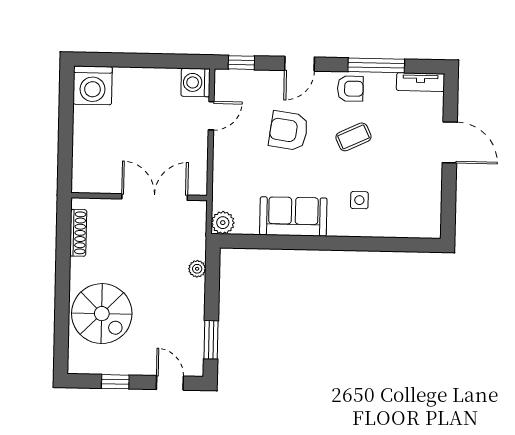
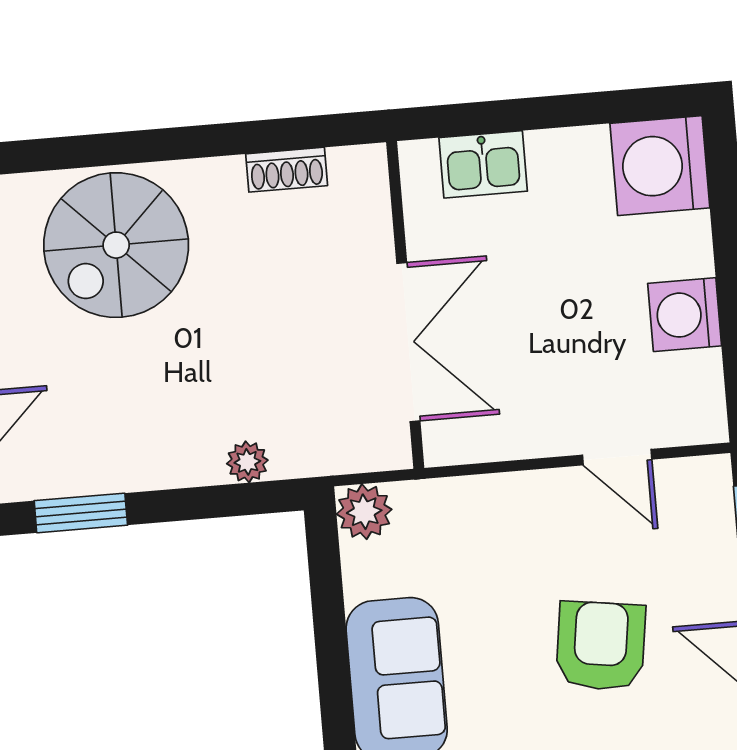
washing machine: (195, 82) -> (685, 315), moved, turned -90
kitchen sink: (84, 158) -> (483, 164), added
shoe rack: (78, 233) -> (287, 170), width x0.70

